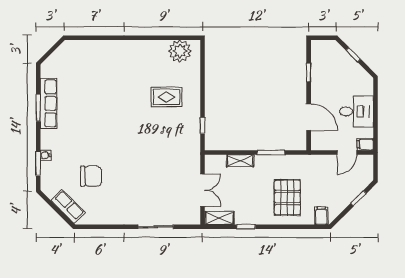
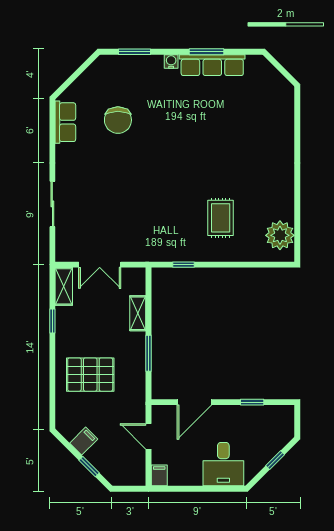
desk: (356, 111) -> (223, 464), moved
door: (347, 153) -> (148, 436), moved
water cooler: (46, 155) -> (171, 61), moved
row of seats: (68, 206) -> (65, 122), moved, turned -45
filing cabinet: (321, 216) -> (84, 441), moved, turned -45

